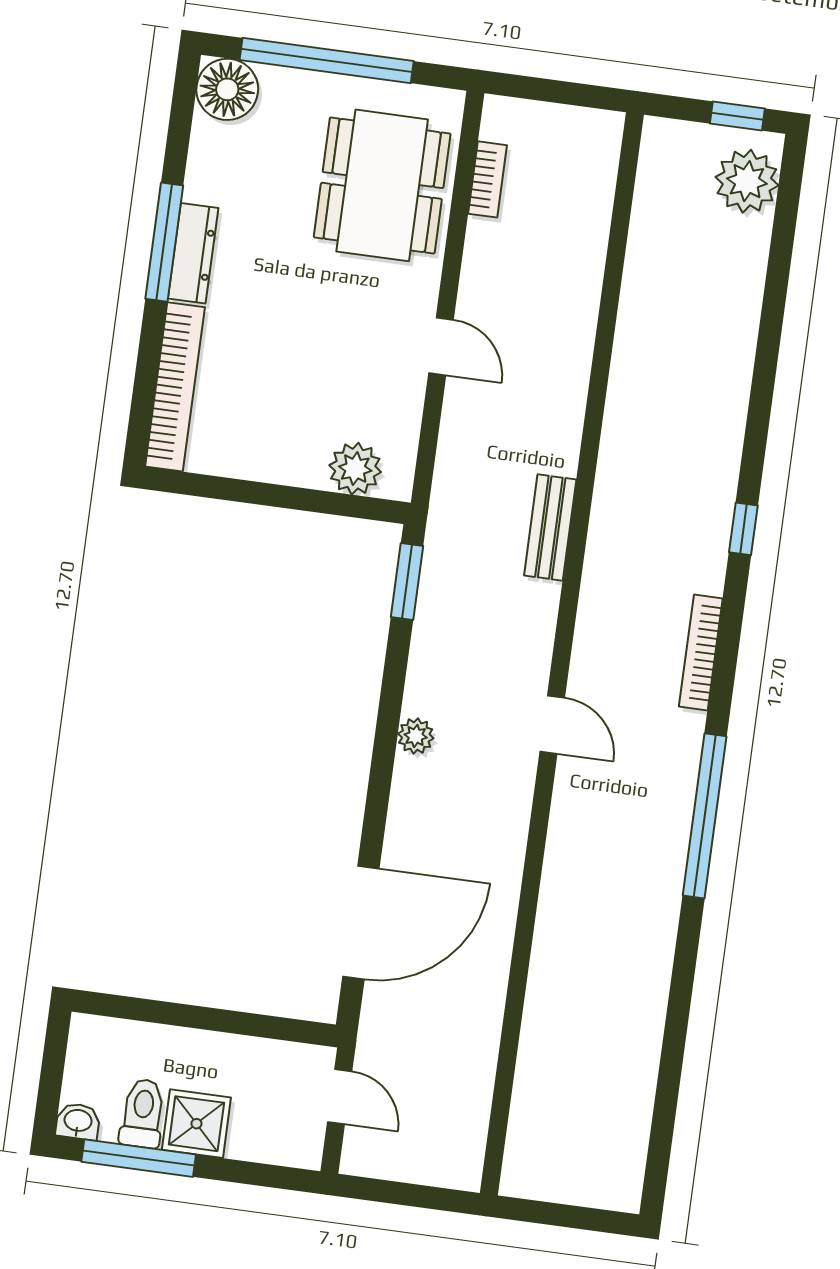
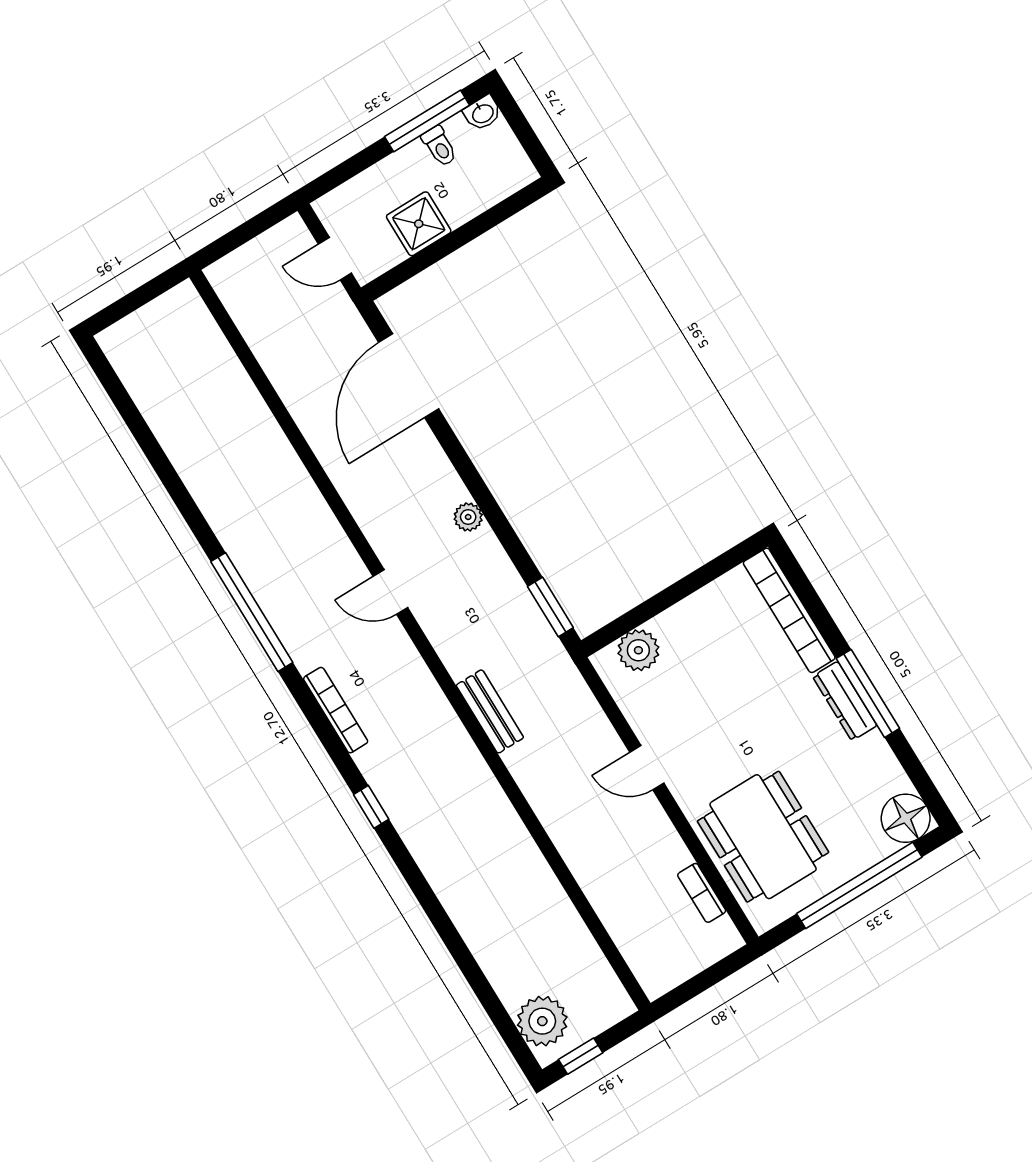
toilet: (143, 1113) -> (439, 146), width x0.73, depth x0.72
shower: (196, 1124) -> (419, 224), moved

